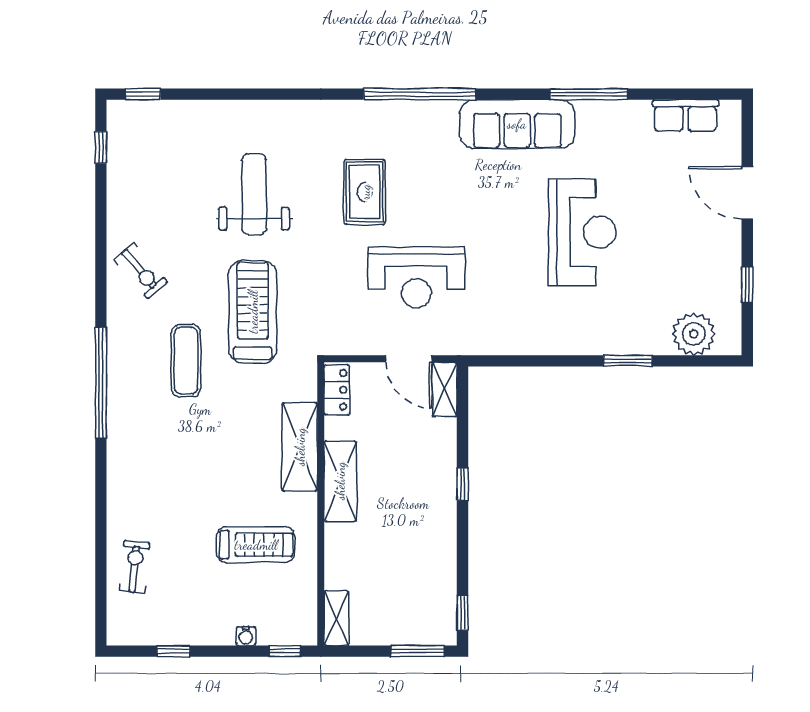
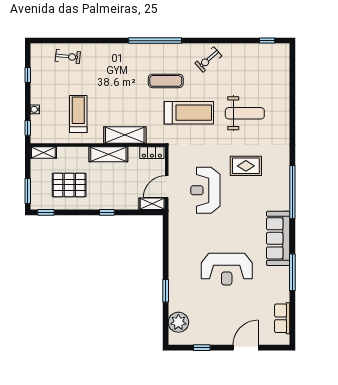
window: (143, 94) -> (292, 60), removed
treadmill: (256, 545) -> (78, 114), turned 180
pallet: (405, 564) -> (69, 185), added

